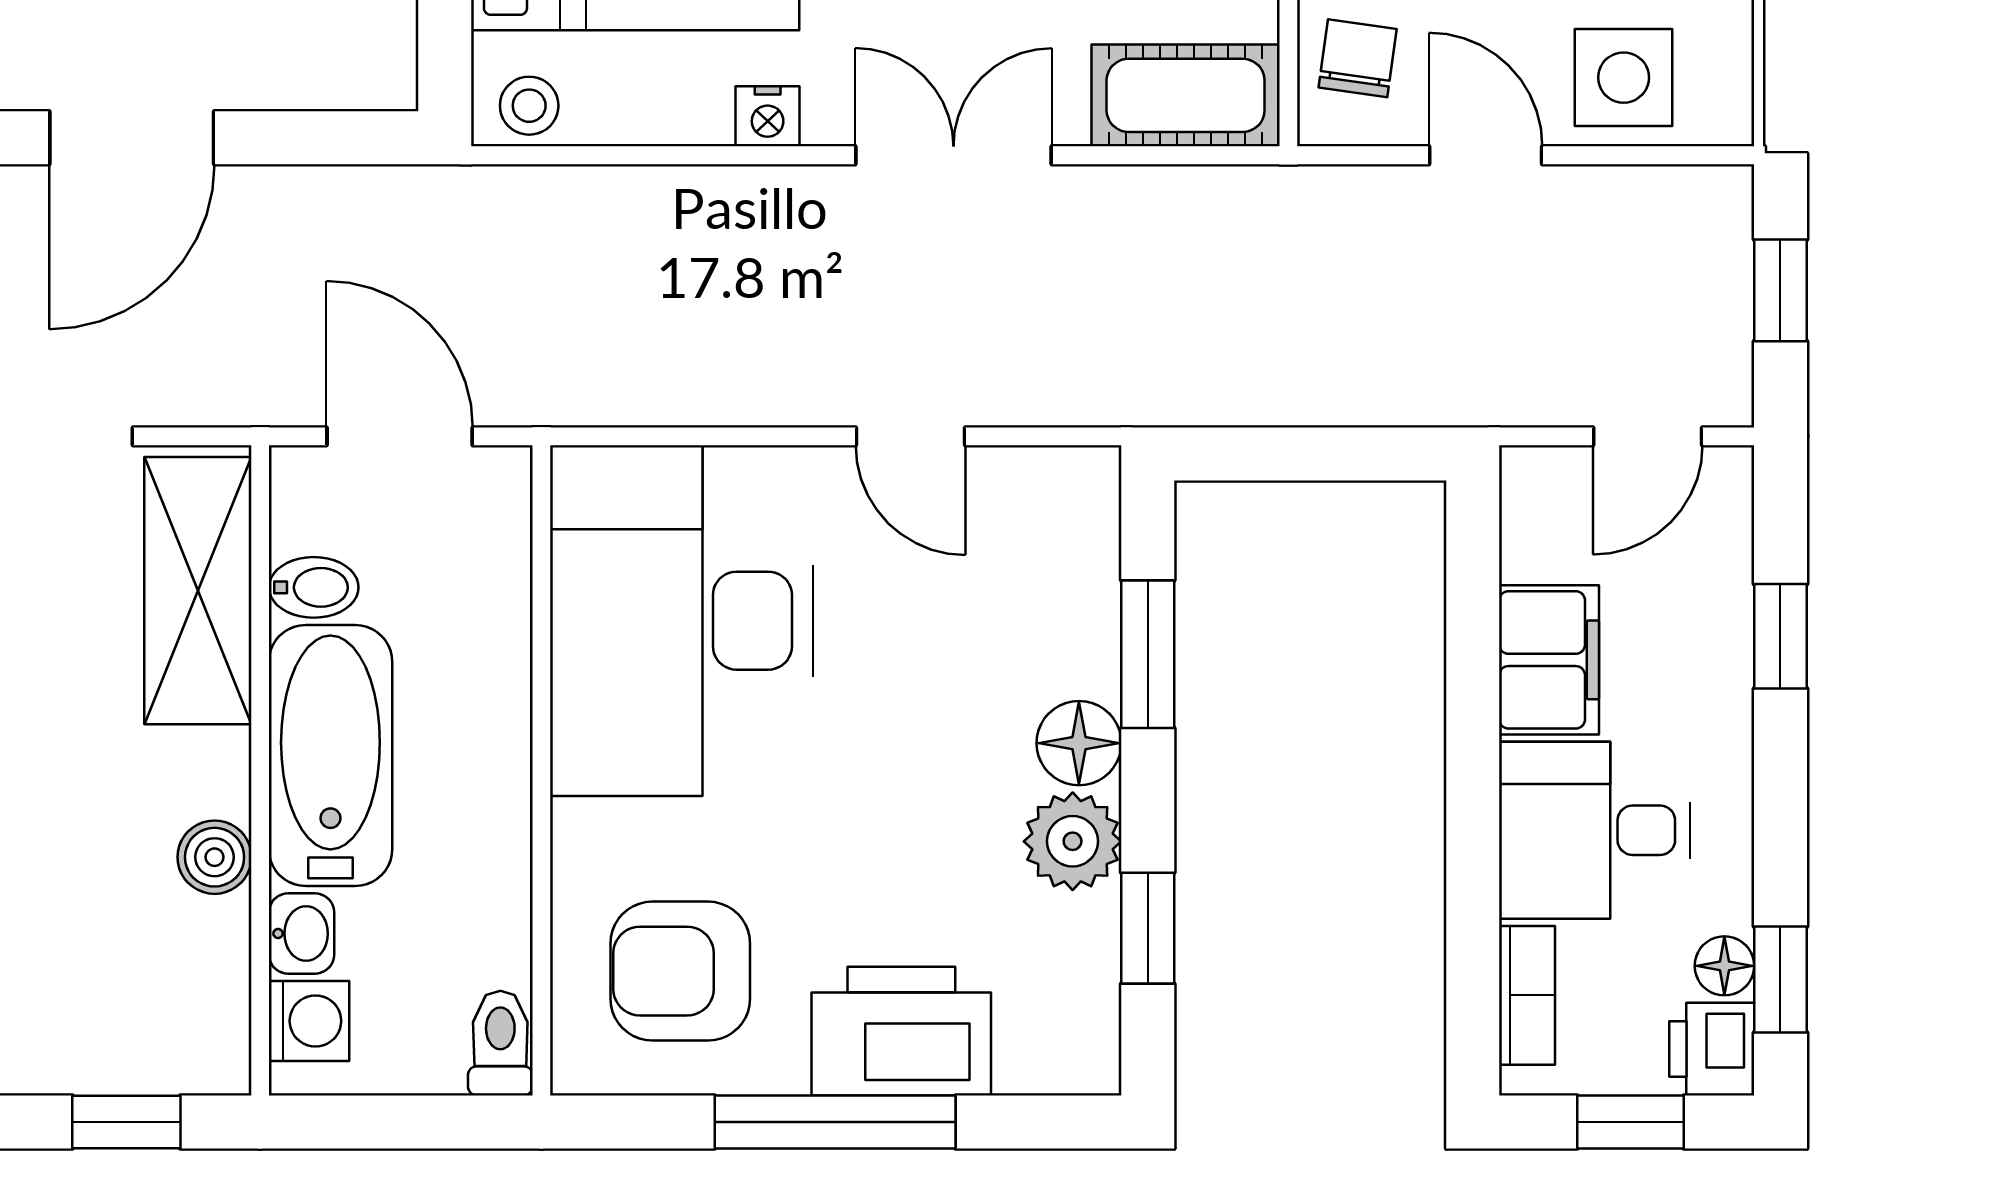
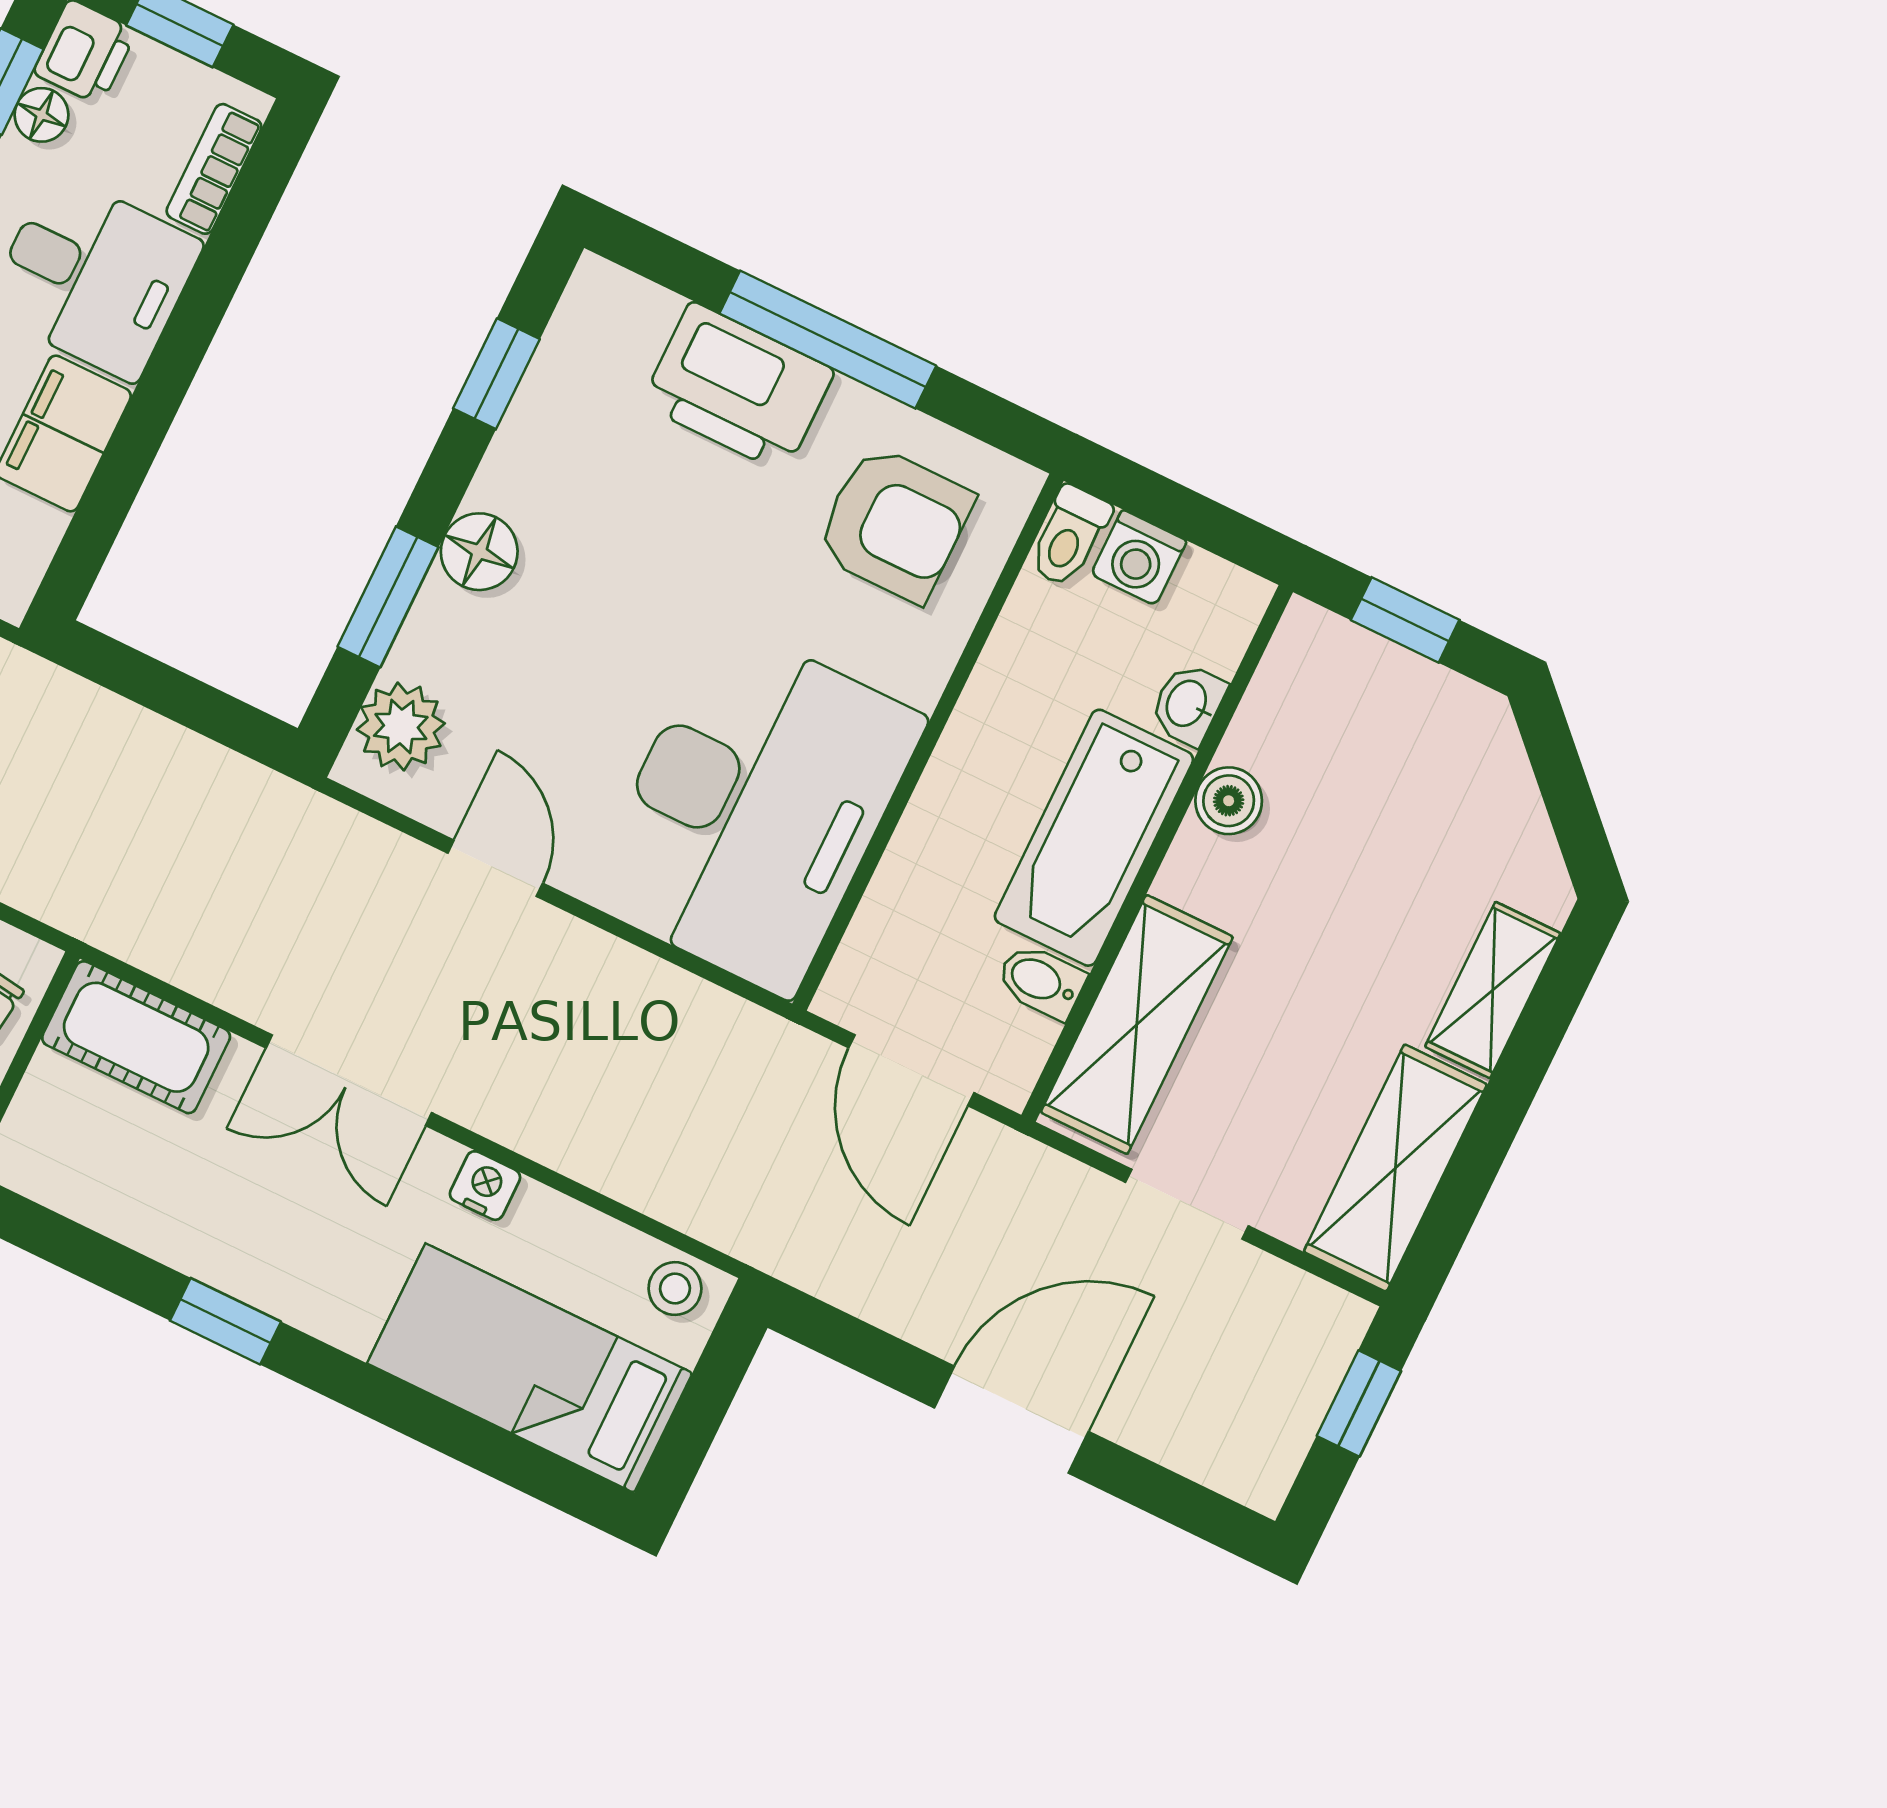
plant: (1073, 841) -> (401, 726), moved
washing machine: (309, 1021) -> (1139, 558), moved, turned -90

